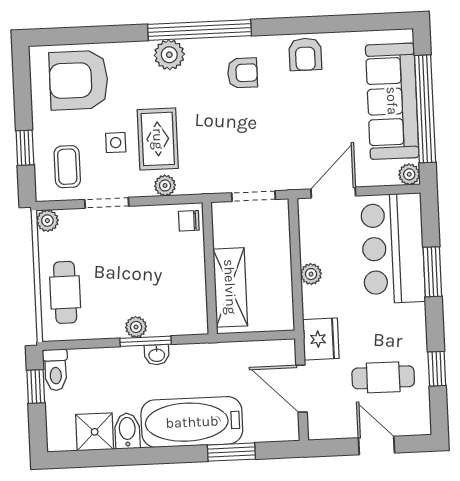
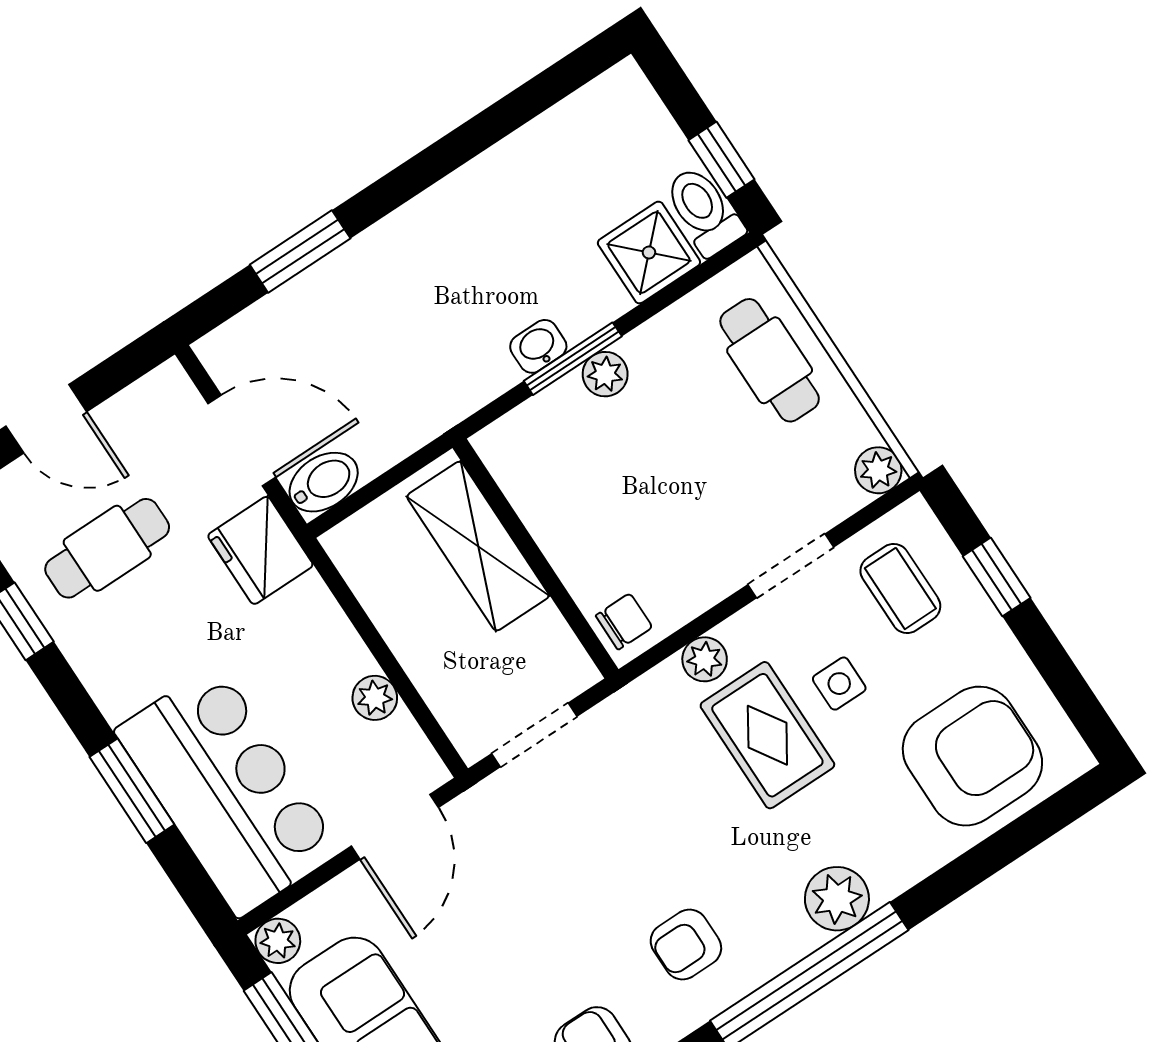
plant: (311, 274) -> (375, 698), moved
bathtub: (192, 422) -> (403, 263), removed
bidet: (127, 431) -> (324, 482), moved, turned -90
shower: (95, 432) -> (649, 252), moved

